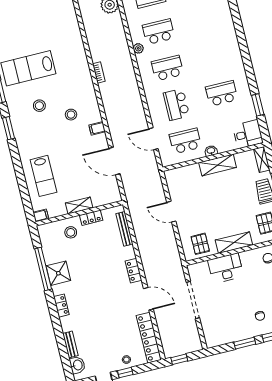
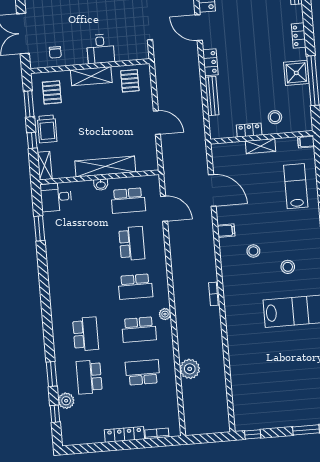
school desk: (222, 93) -> (86, 334), moved, turned -90
shelving: (218, 165) -> (105, 166), width x1.47
bench: (124, 229) -> (212, 96), moved
desk: (226, 268) -> (100, 49), width x0.73

